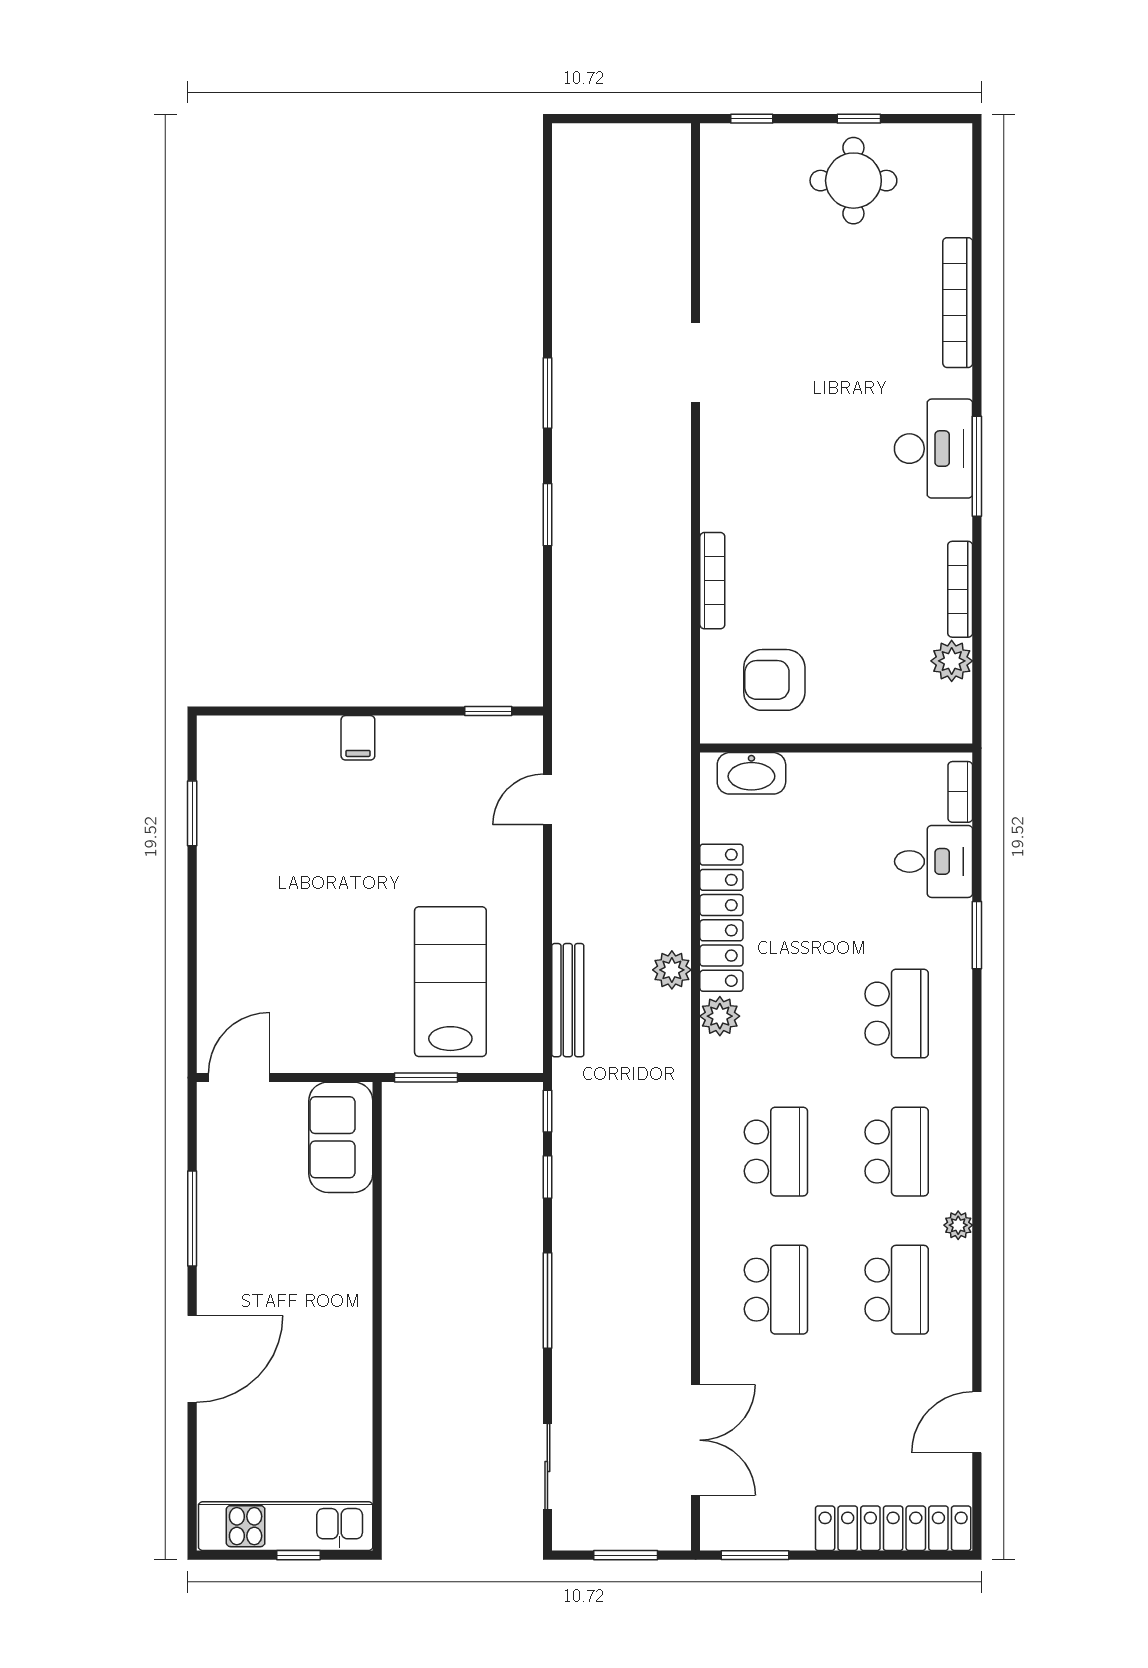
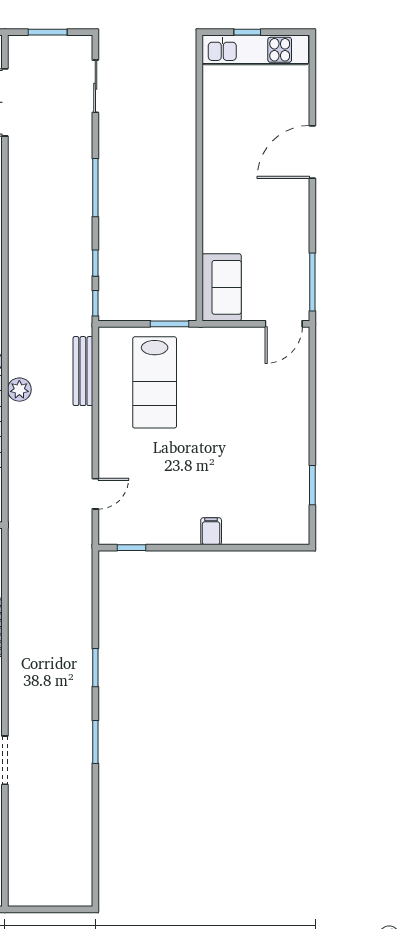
window: (192, 1219) -> (312, 282), moved

